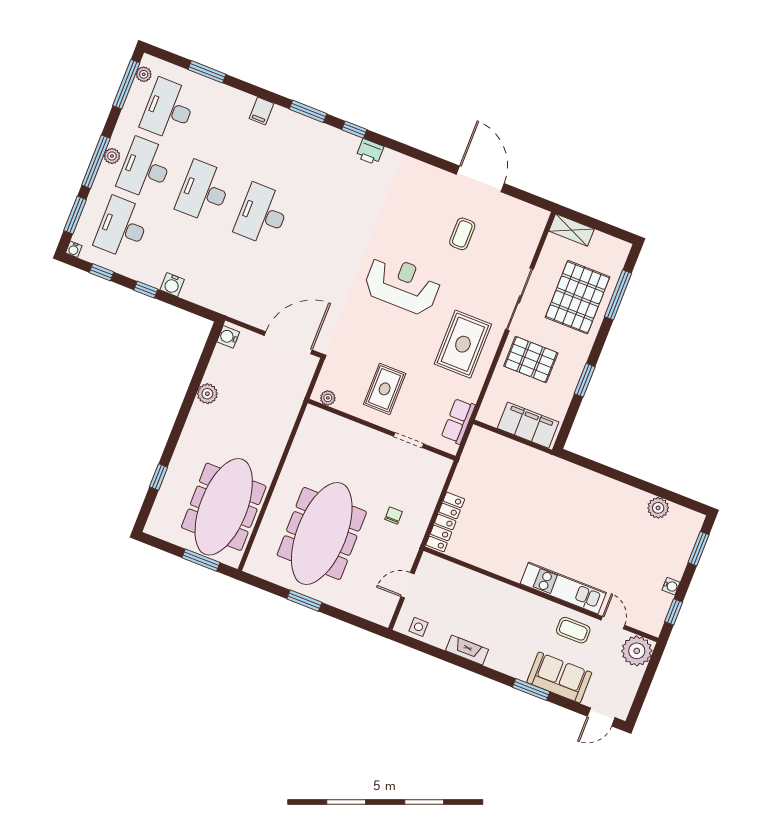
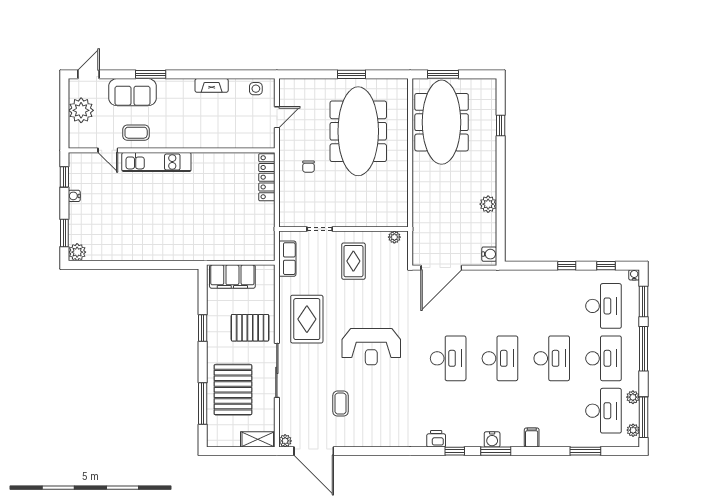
plant: (112, 156) -> (633, 397), moved
door: (480, 179) -> (314, 451), moved
plant: (541, 216) -> (285, 441), added
desk: (321, 237) -> (448, 358), added
water cooler: (172, 285) -> (492, 439), moved, turned 180
plant: (658, 508) -> (77, 252), moved
plant: (637, 651) -> (81, 110), moved

